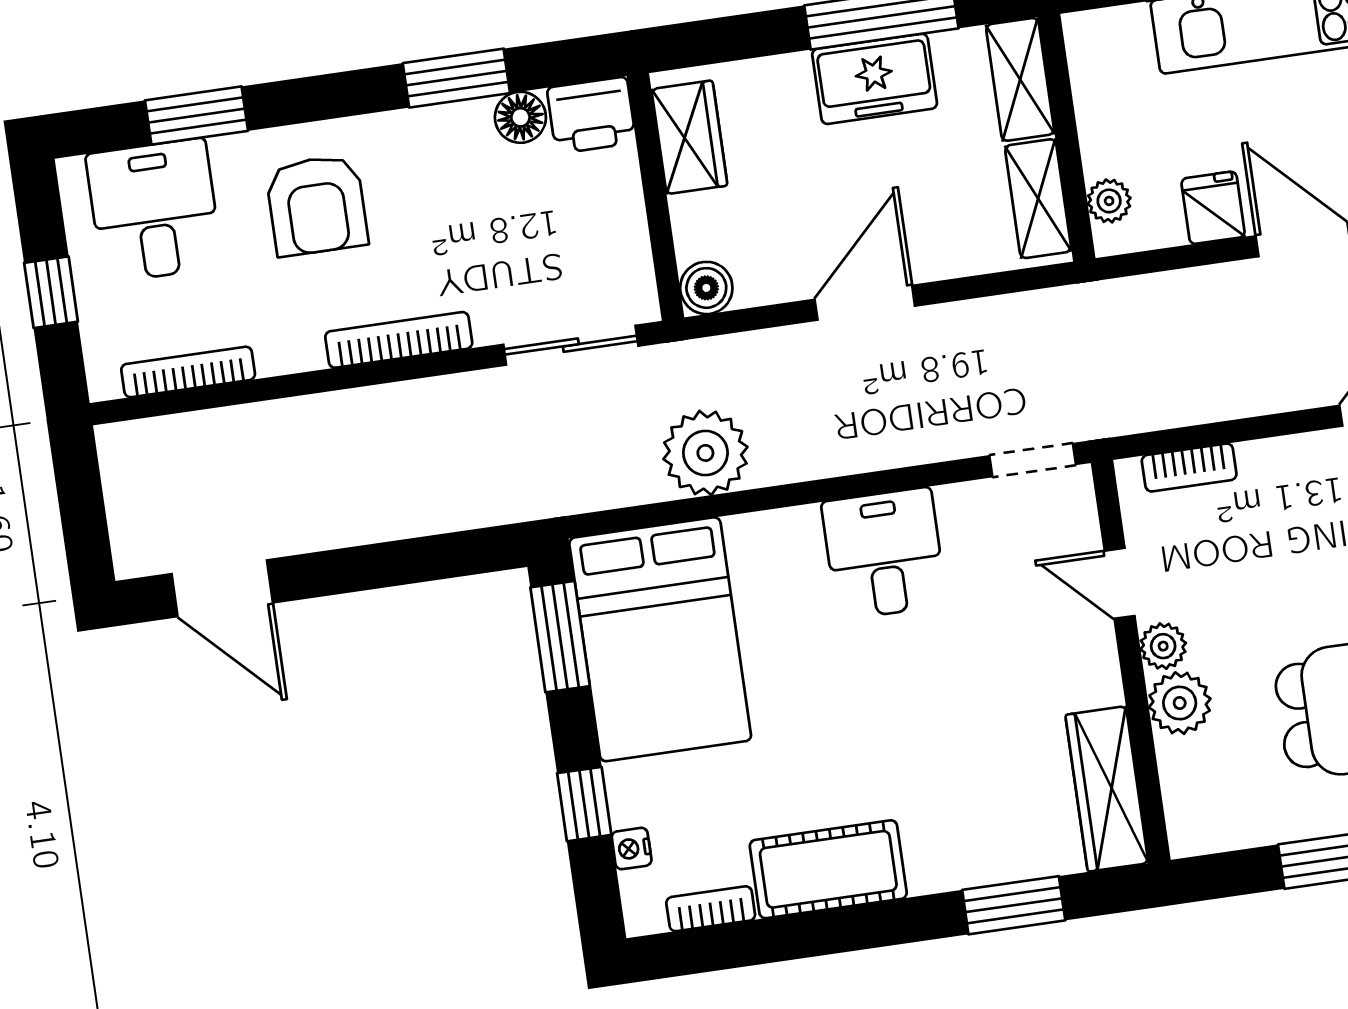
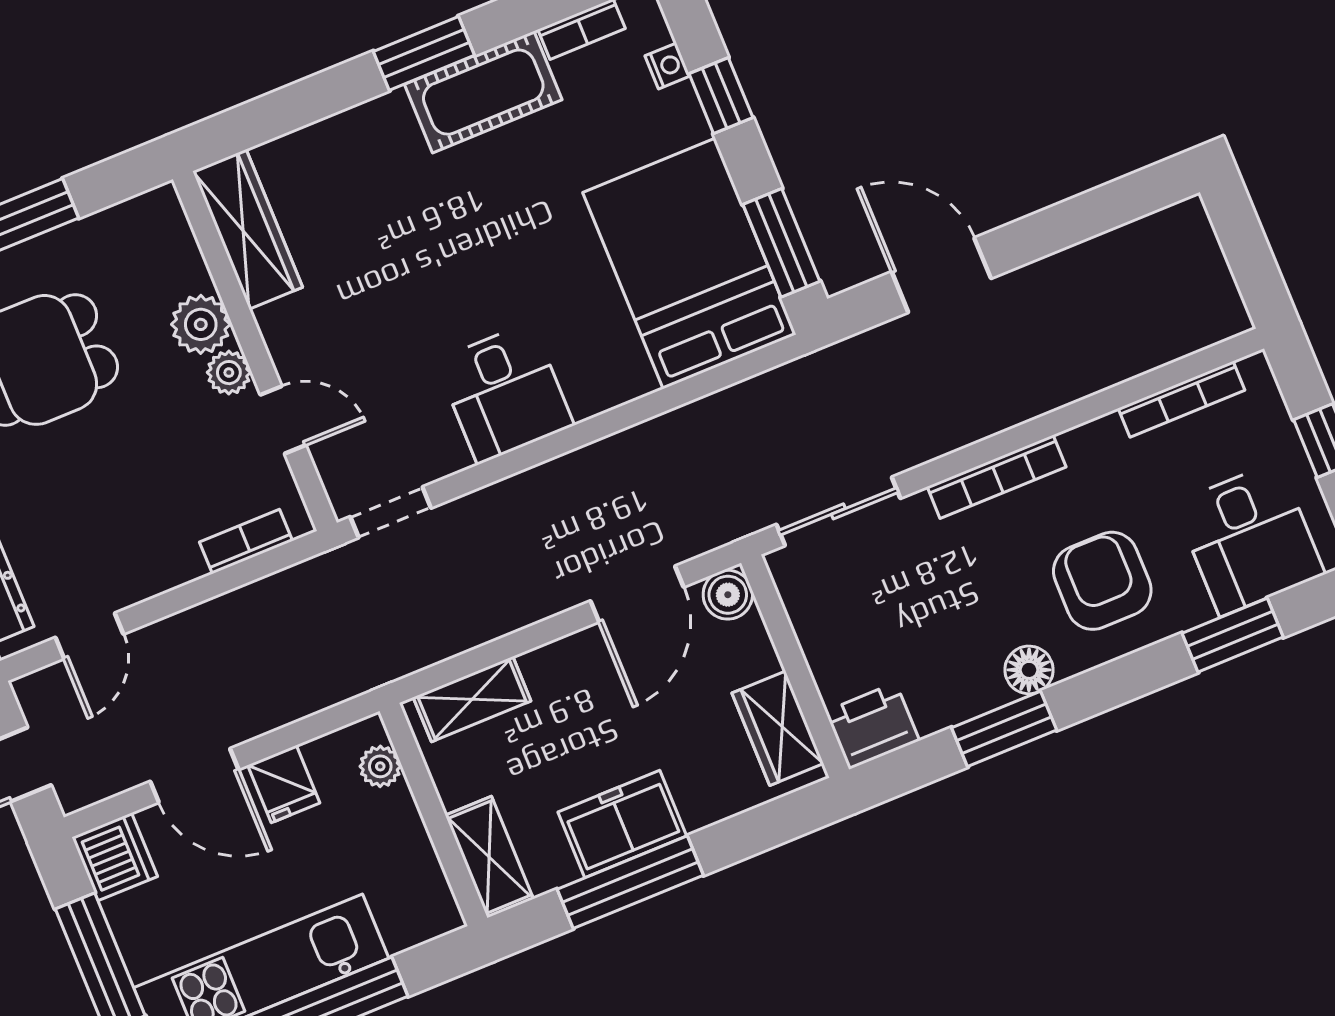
floor lamp: (520, 117) -> (1029, 670), moved
shelving: (1038, 199) -> (472, 699), moved, turned 90
door: (865, 303) -> (637, 594), moved
plant: (705, 453) -> (691, 444), removed
door: (222, 588) -> (941, 275), moved
window: (1014, 905) -> (424, 53), moved

